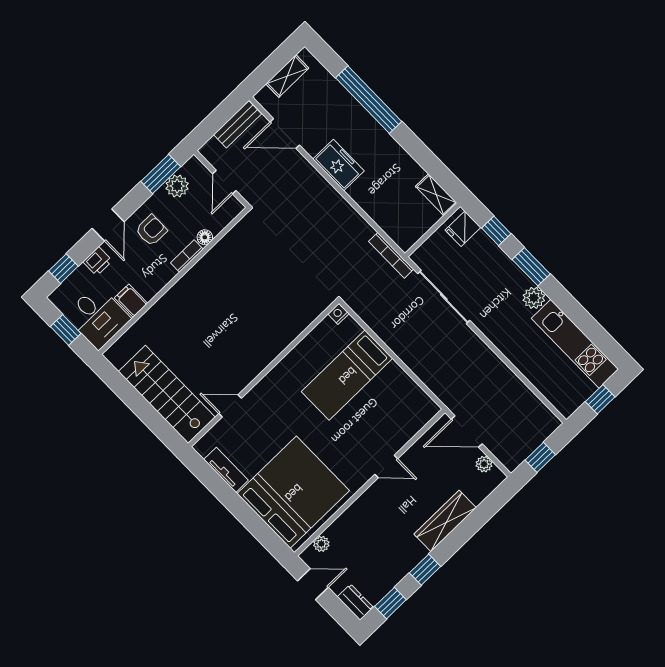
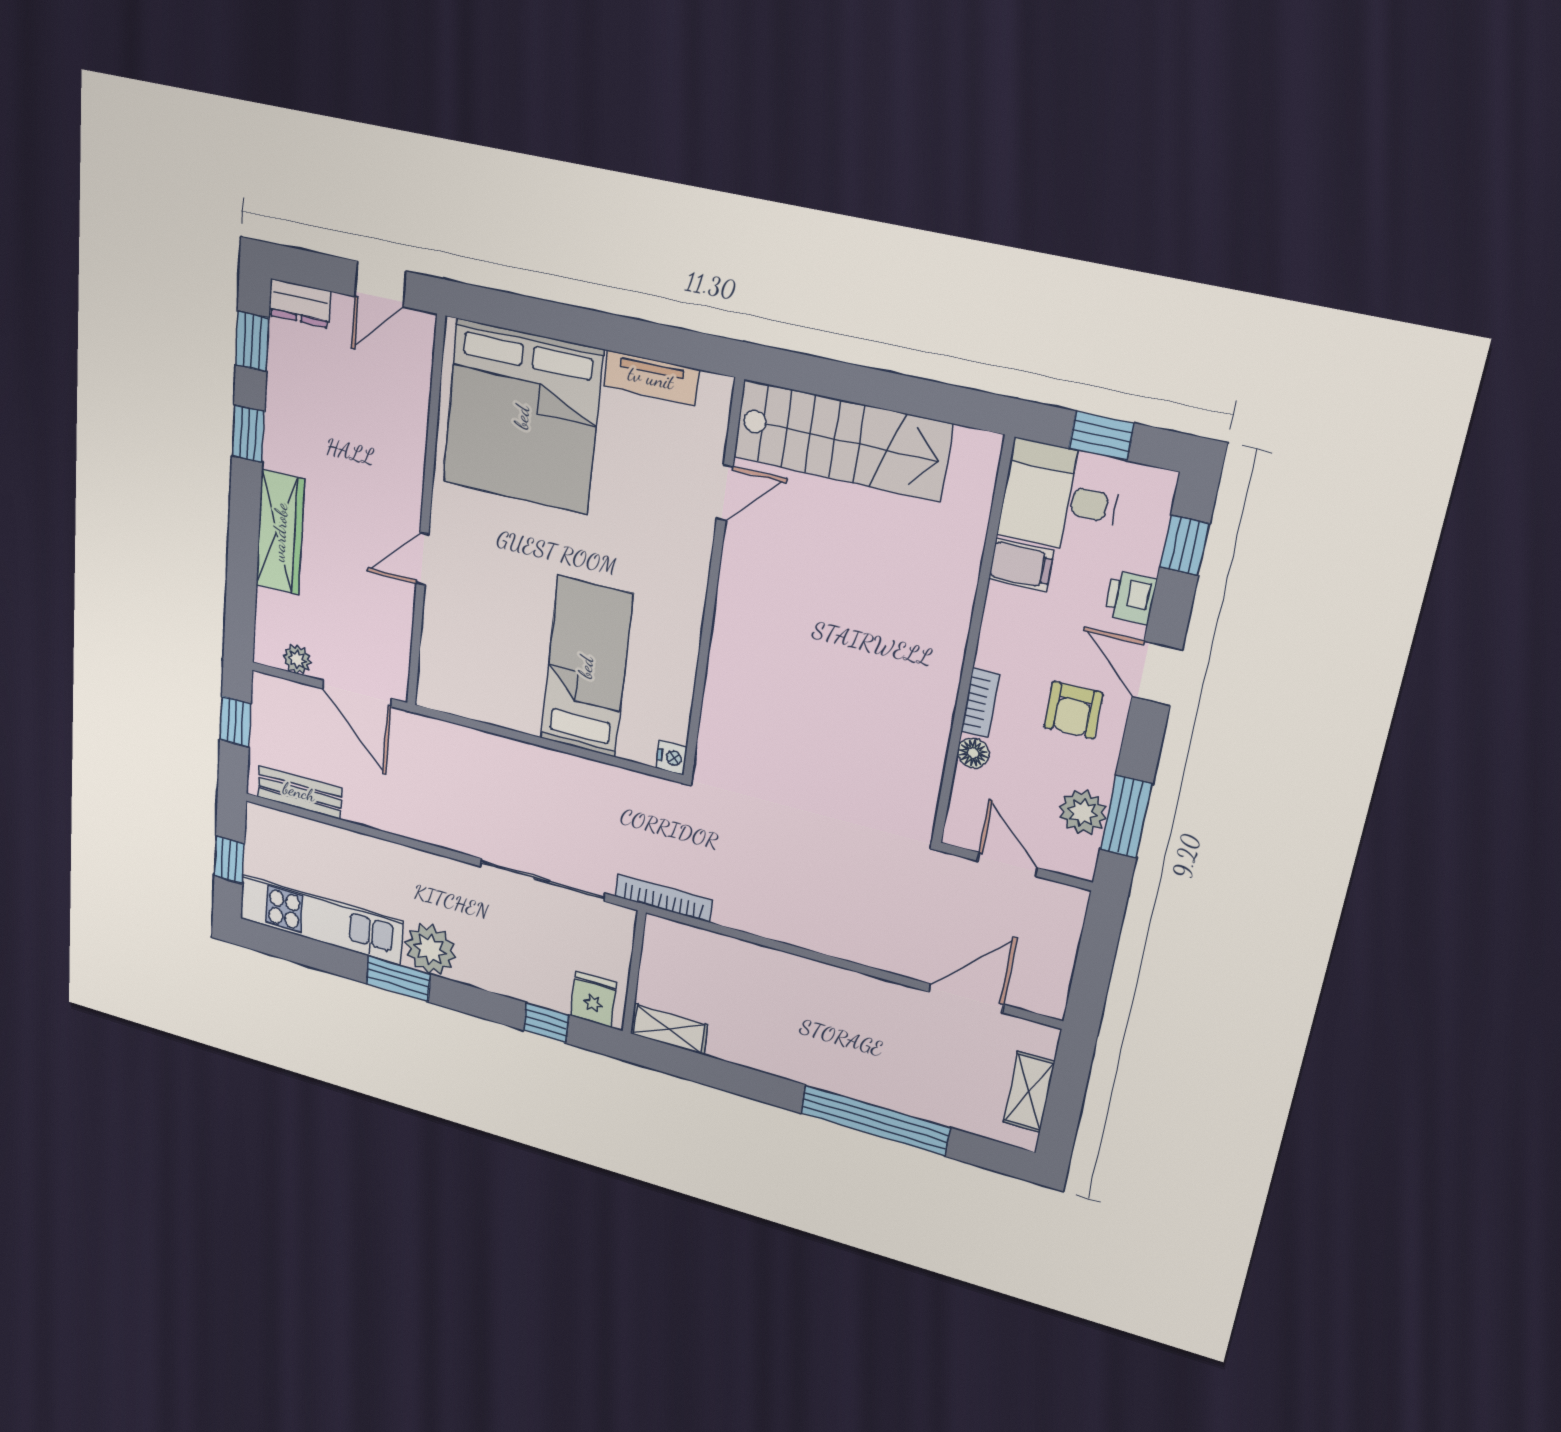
bench: (237, 124) -> (299, 792), moved, turned 90
freezer: (338, 165) -> (846, 994), removed
window: (531, 267) -> (398, 979), moved
plant: (534, 298) -> (430, 949), width x1.36, depth x1.36
door: (467, 431) -> (357, 694), swing flipped
plant: (321, 544) -> (418, 362), removed

